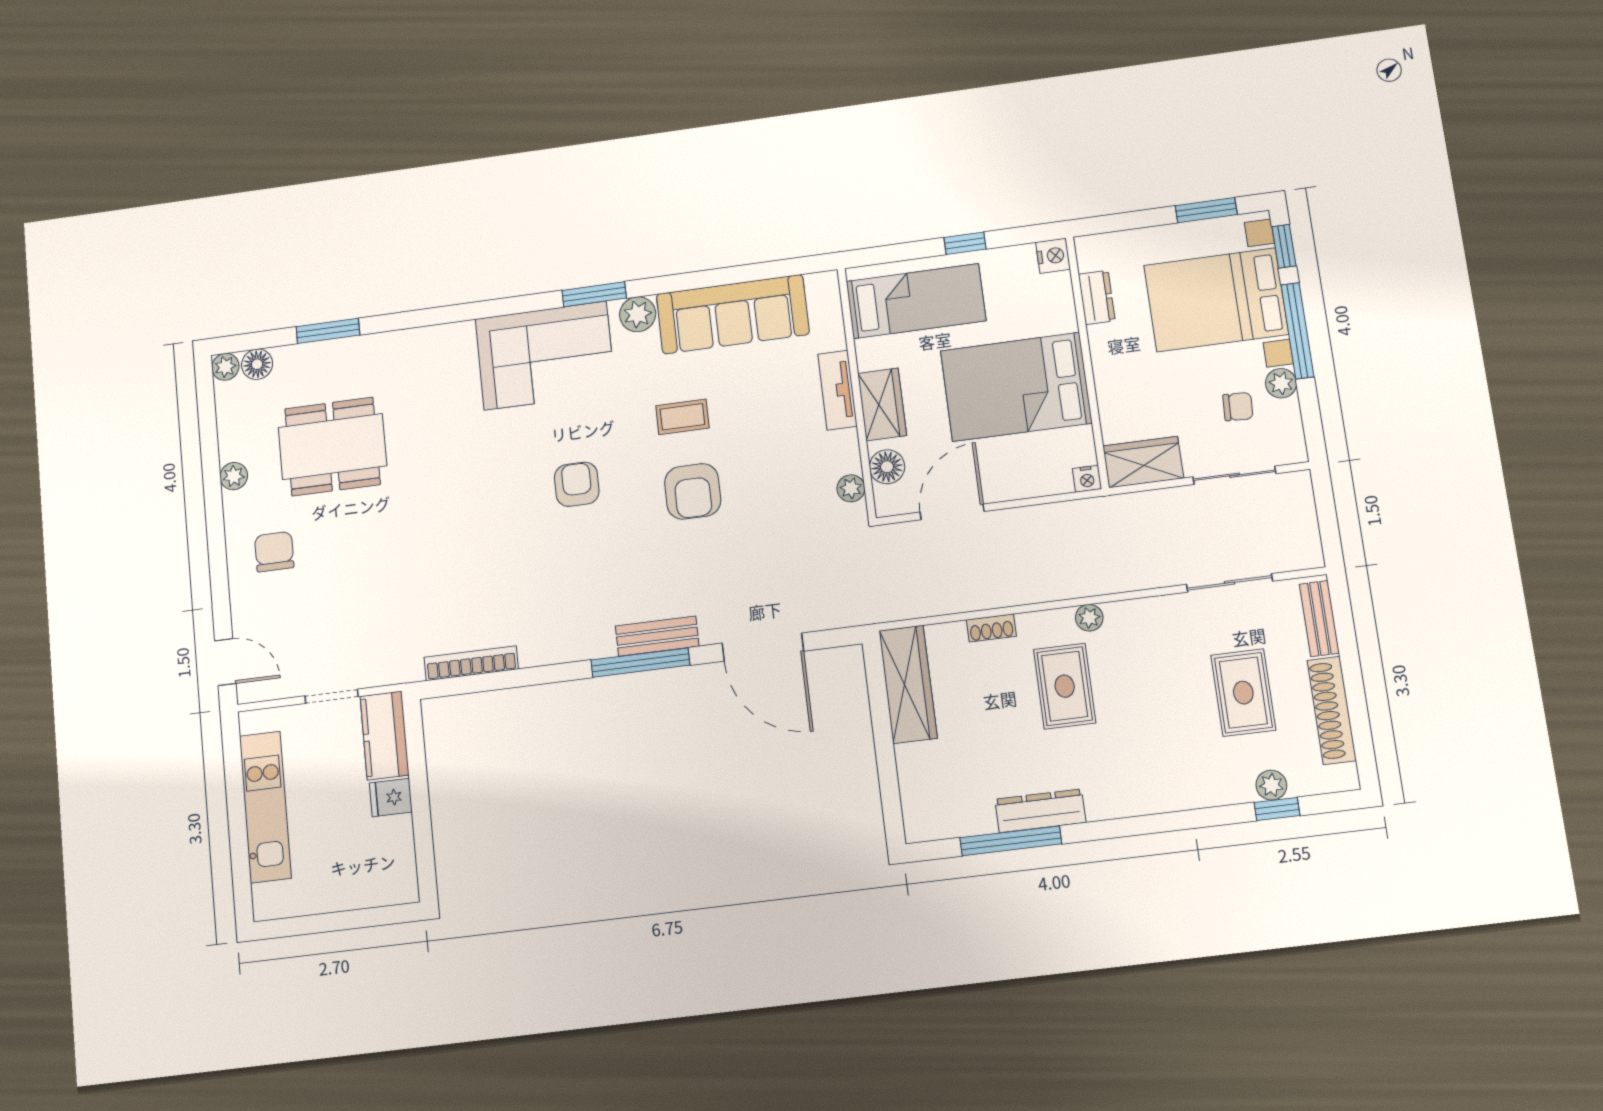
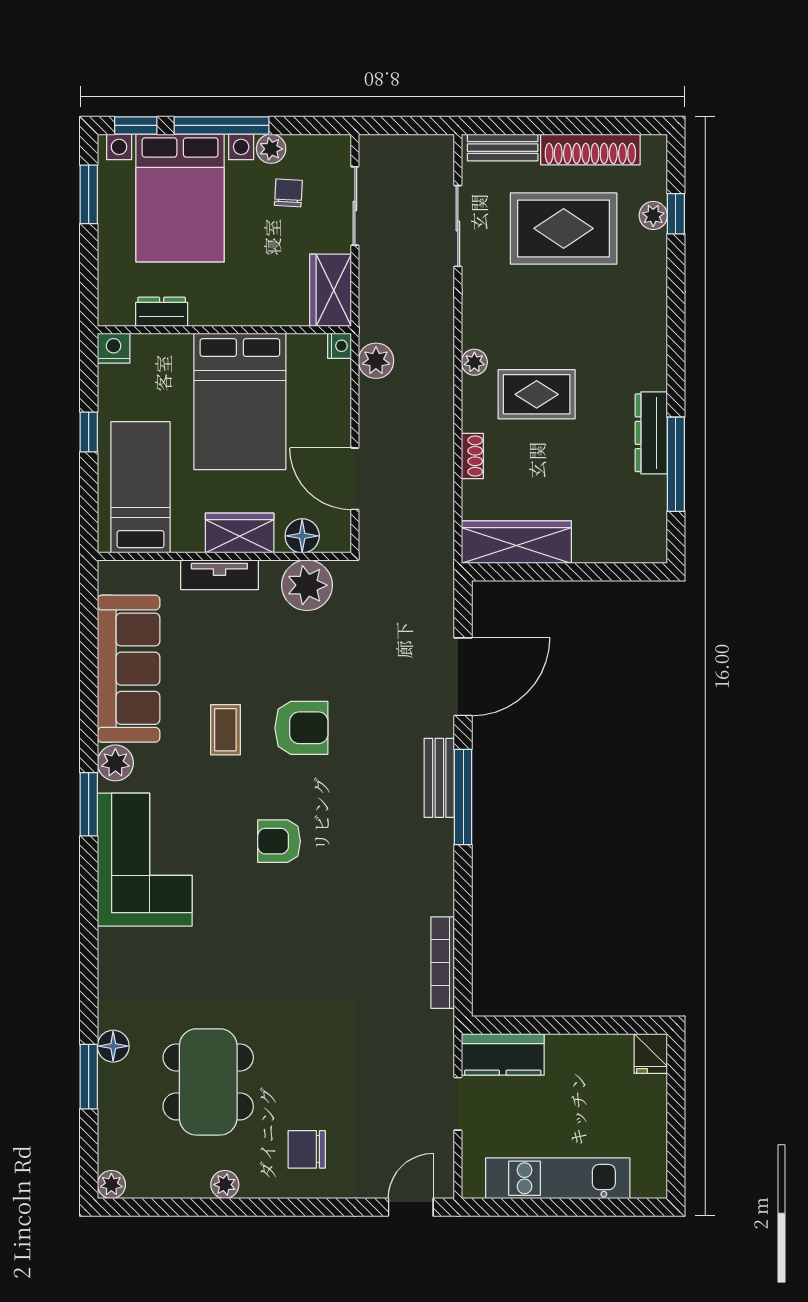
floor lamp: (257, 364) -> (113, 1046), moved
plant: (851, 488) -> (307, 585), width x1.87, depth x1.87
plant: (1077, 517) -> (376, 361), added
rug: (1243, 693) -> (564, 228), width x1.36, depth x1.43
fridge: (391, 798) -> (651, 1054), moved

